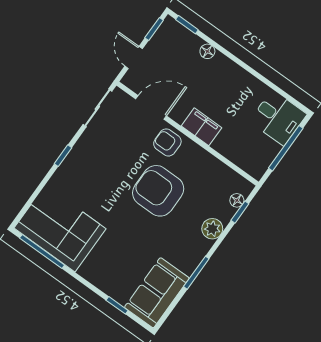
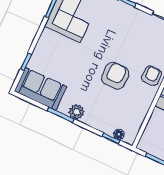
armchair: (158, 191) -> (115, 76), width x0.73, depth x0.73
plant: (212, 229) -> (77, 112), moved

